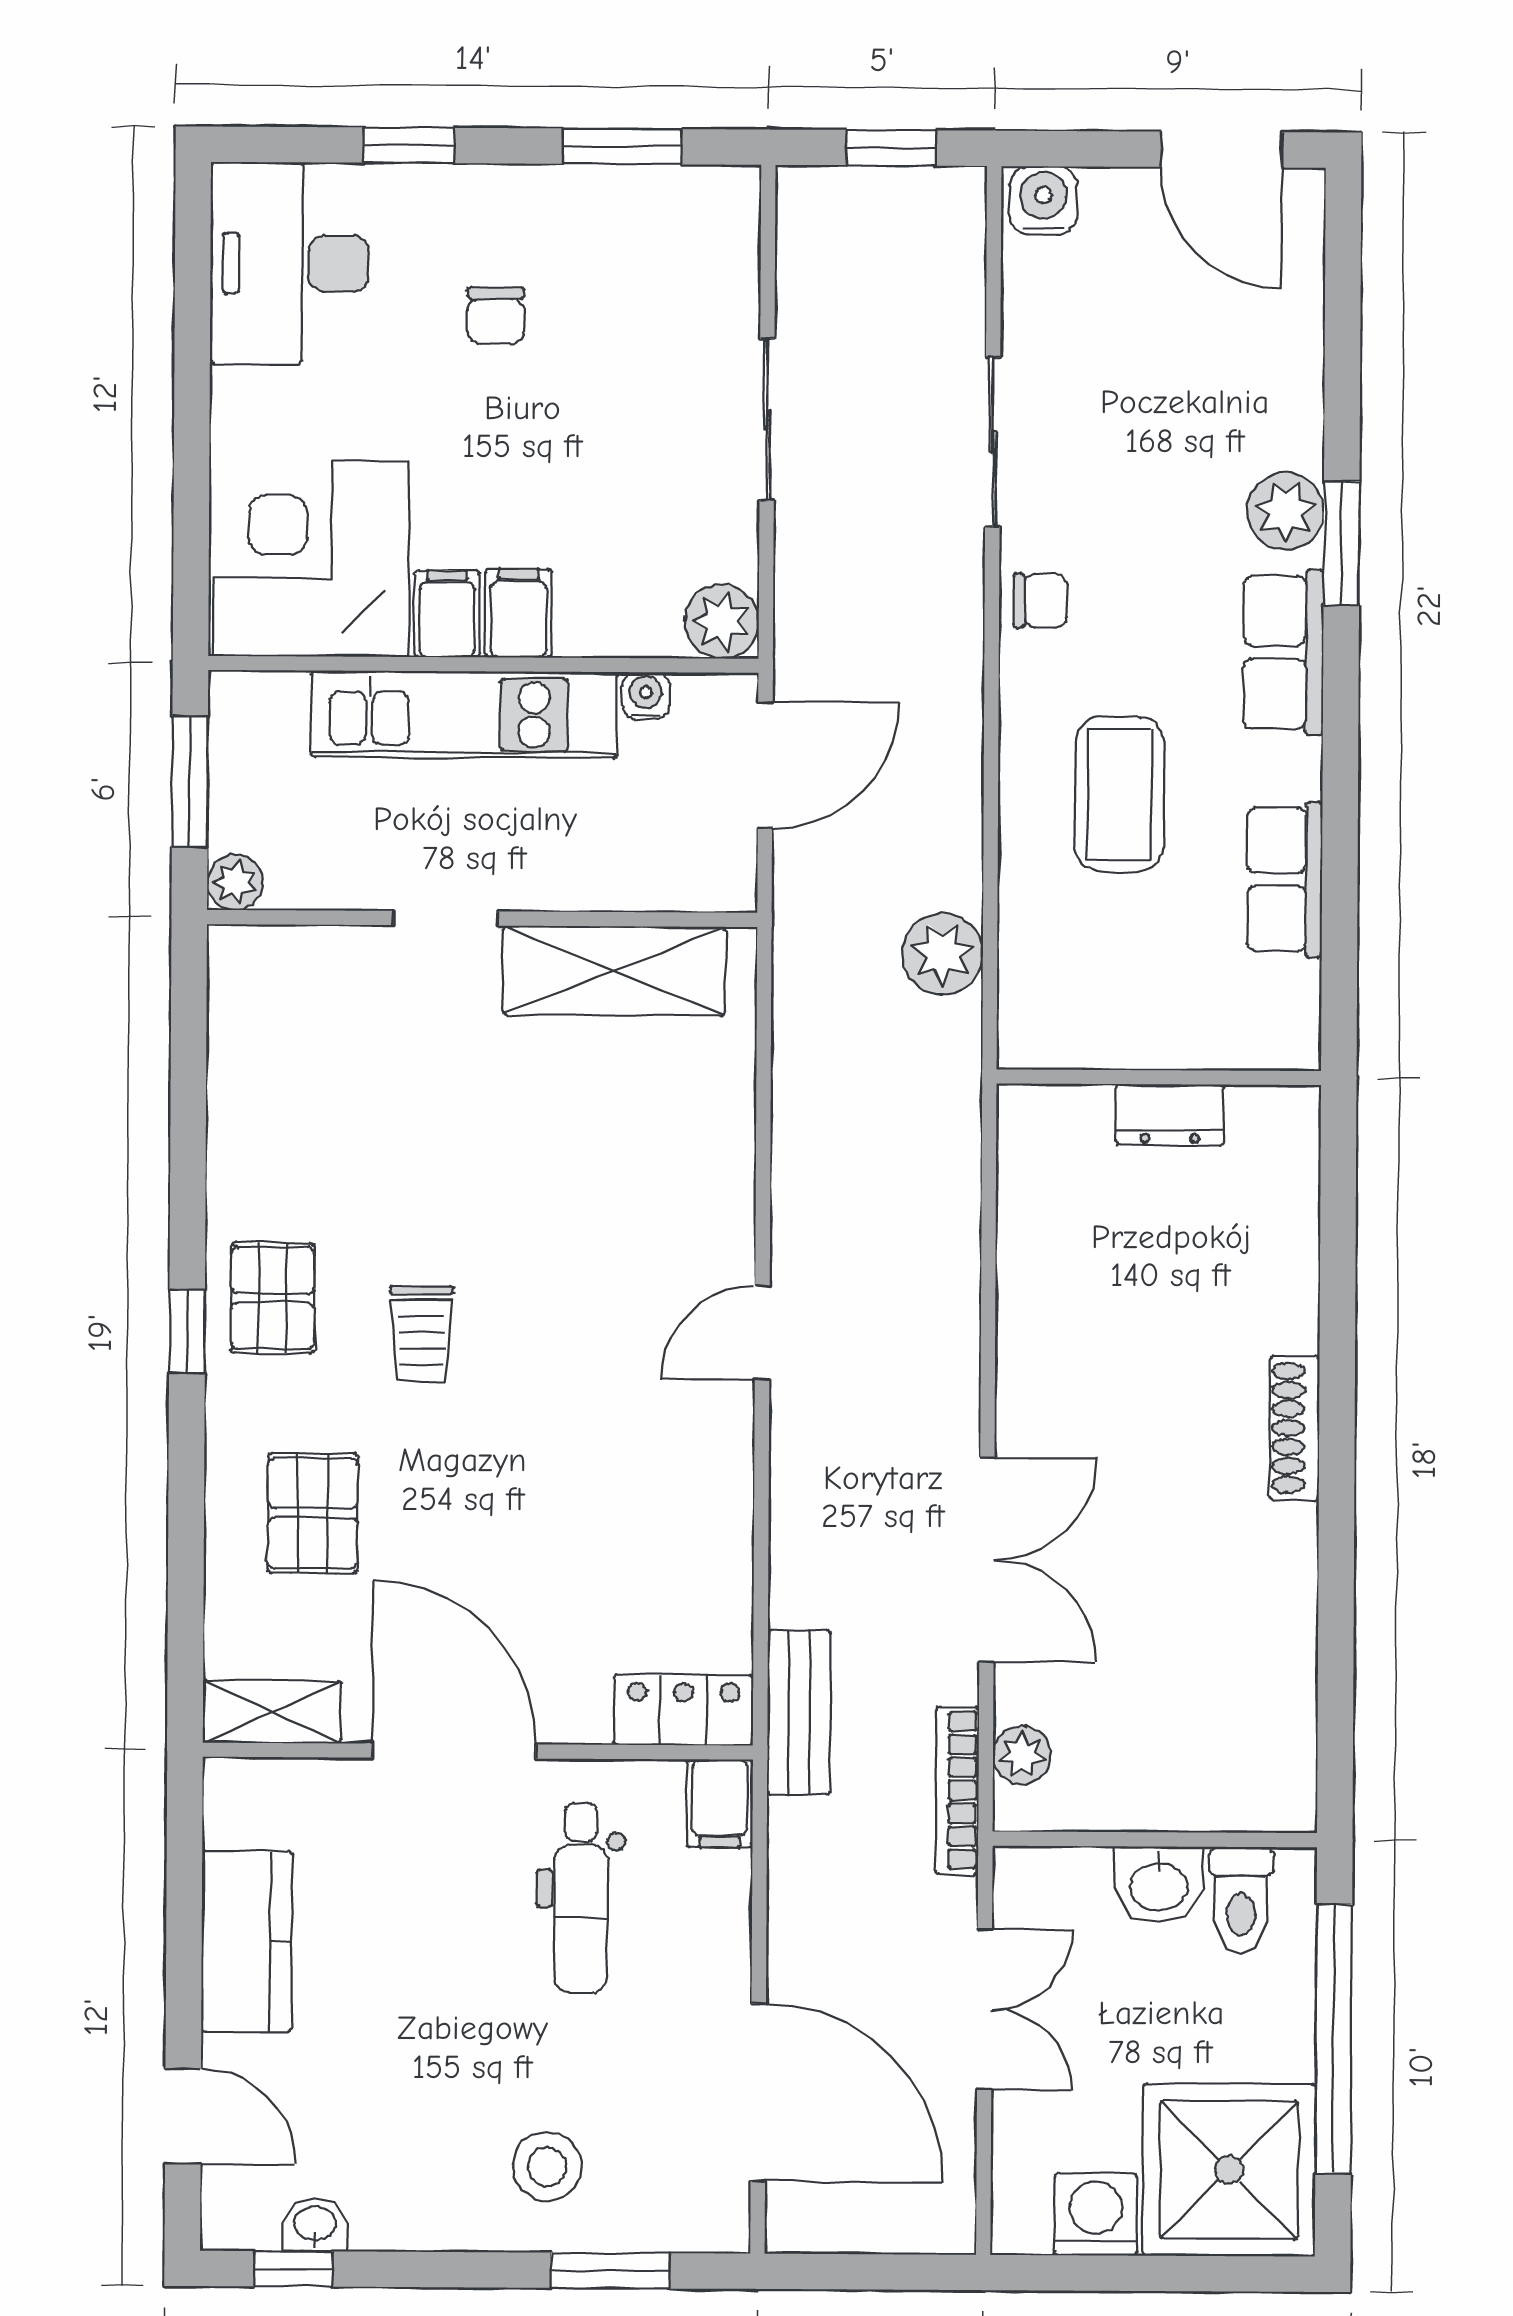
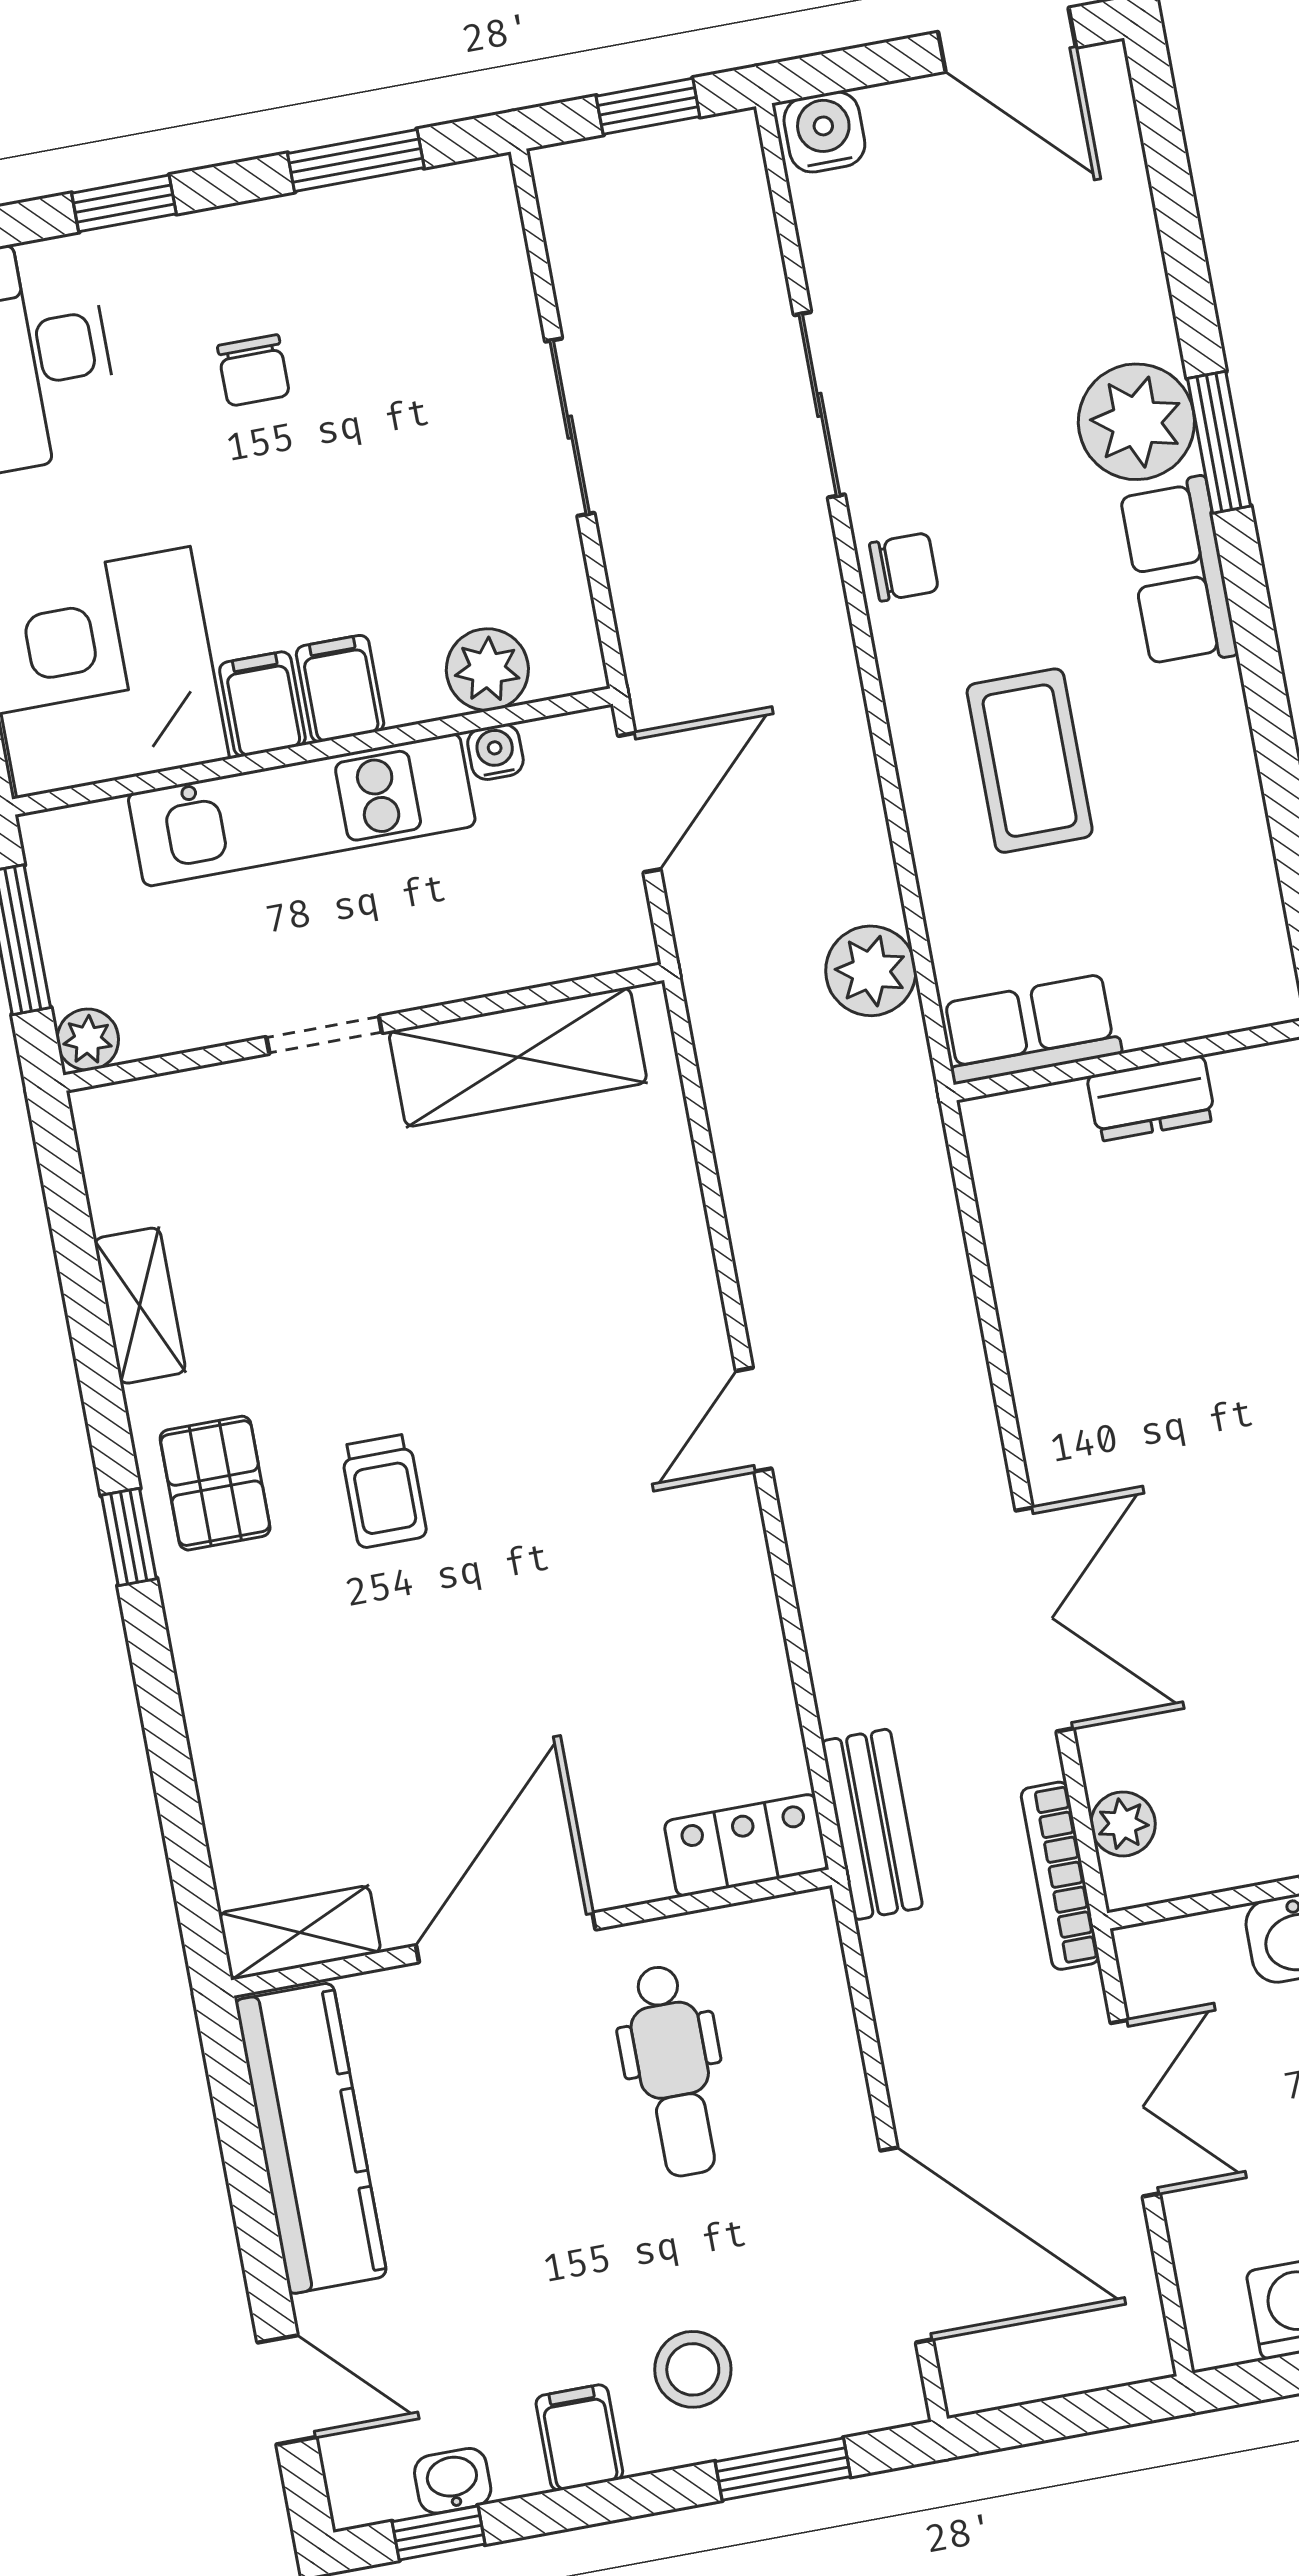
plant: (1286, 511) -> (1136, 422), width x1.36, depth x1.36
plant: (722, 622) -> (487, 670), moved
row of seats: (1285, 879) -> (1031, 1029), moved, turned 90
shelving: (236, 1128) -> (140, 1306), added
pallet: (313, 1513) -> (303, 1709), removed
door: (454, 1751) -> (506, 1937), hinge flipped
filing cabinet: (720, 1803) -> (579, 2438), moved, turned 180
kitchen counter: (247, 1942) -> (311, 2138), width x1.50

